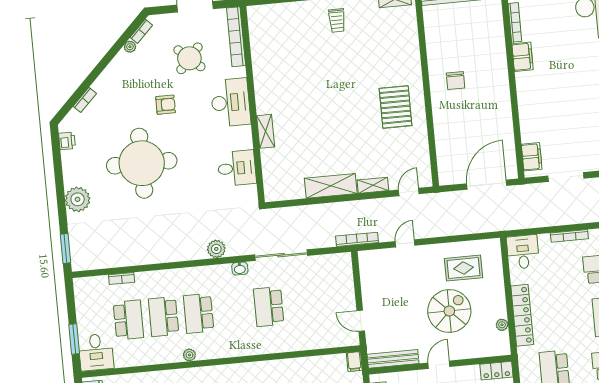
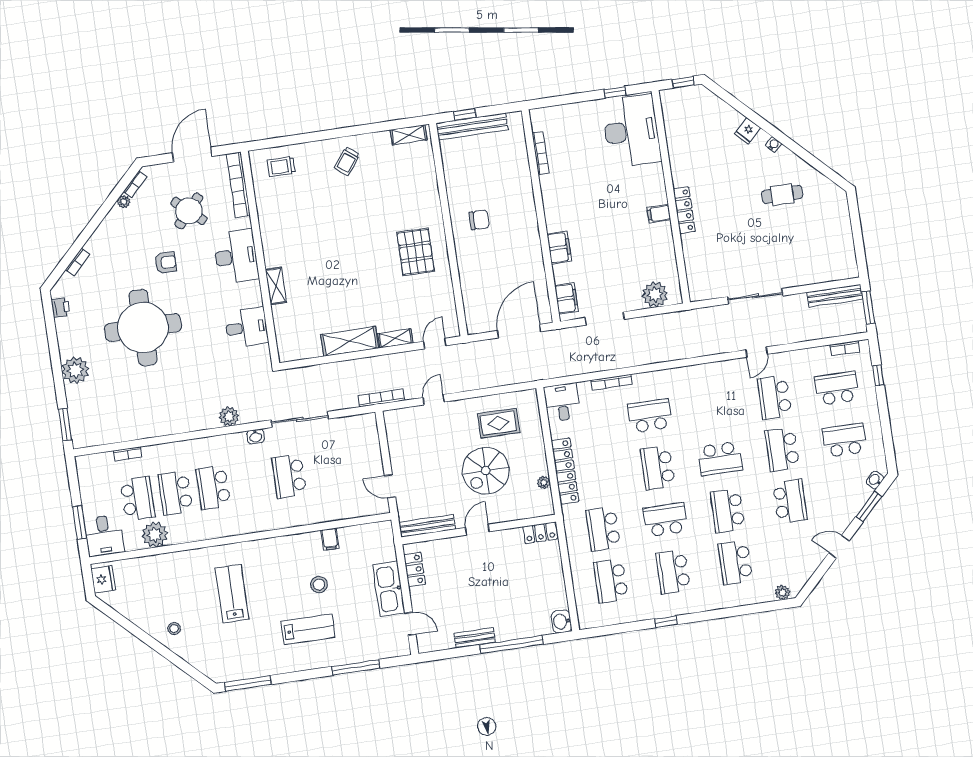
trolley: (337, 20) -> (347, 161), turned 37
trolley: (276, 22) -> (281, 167), added
filing cabinet: (523, 57) -> (559, 248), moved
chair: (456, 81) -> (479, 220), turned -90
spiral stairs: (449, 311) -> (486, 471), turned 180
plant: (189, 355) -> (155, 535), moved, width x1.87, depth x1.87
filing cabinet: (354, 362) -> (330, 539), moved

